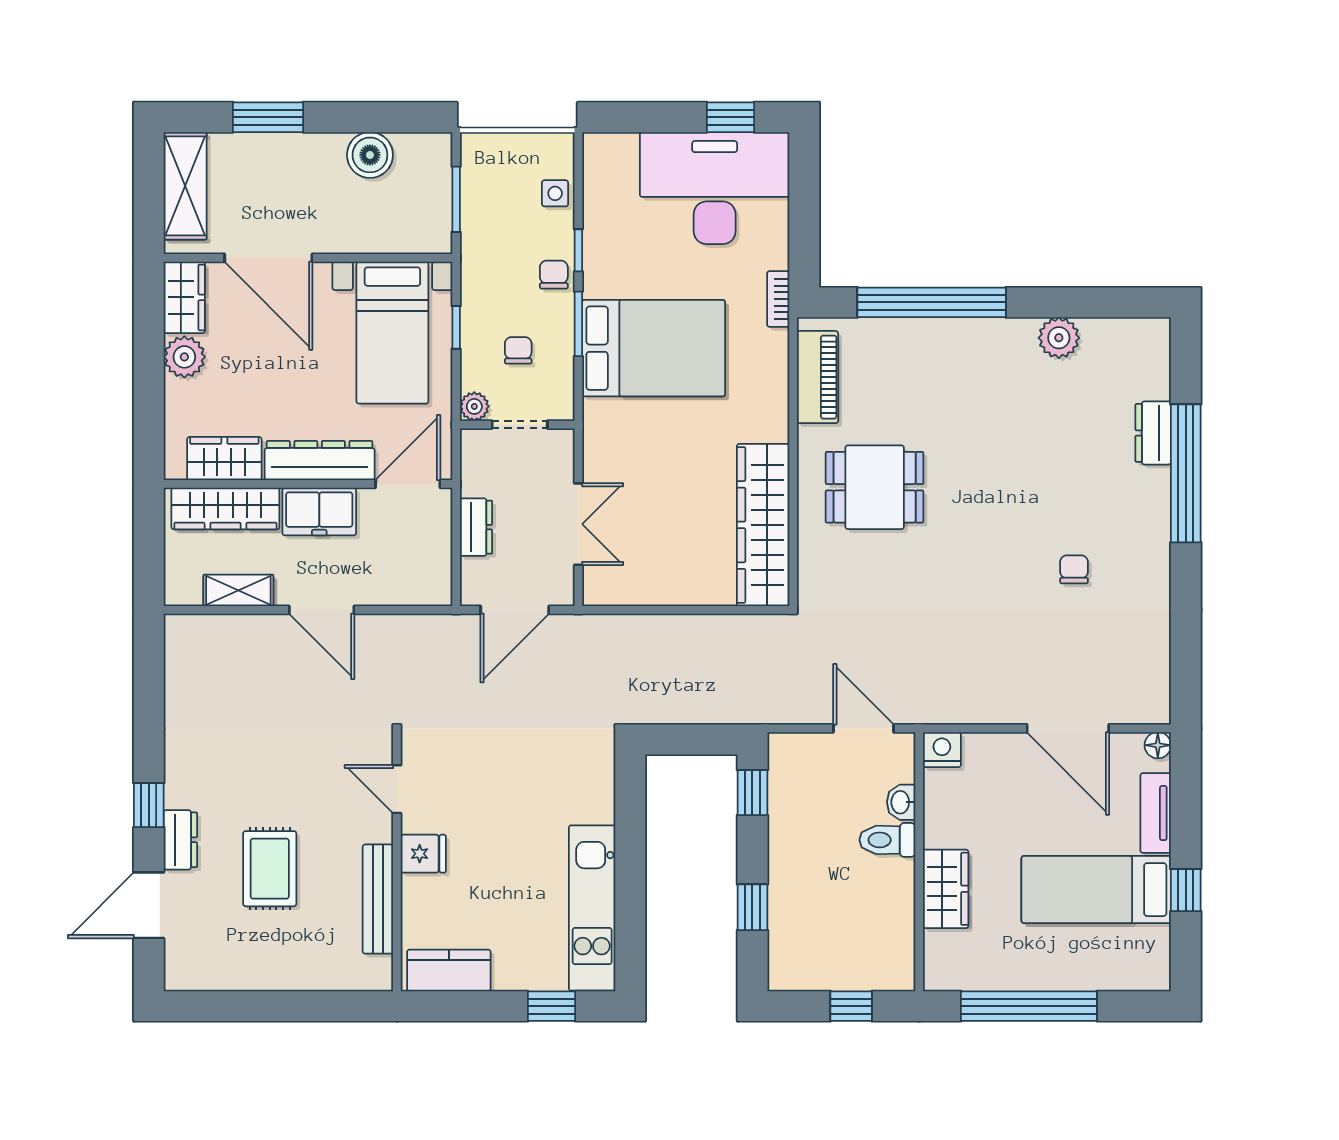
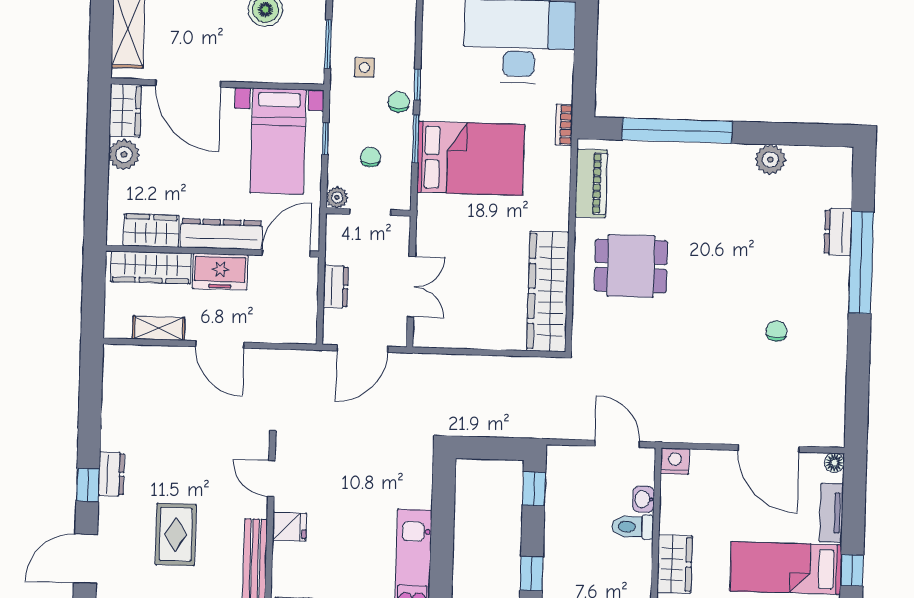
side table: (555, 193) -> (364, 68), moved
dresser: (180, 840) -> (111, 474), moved

